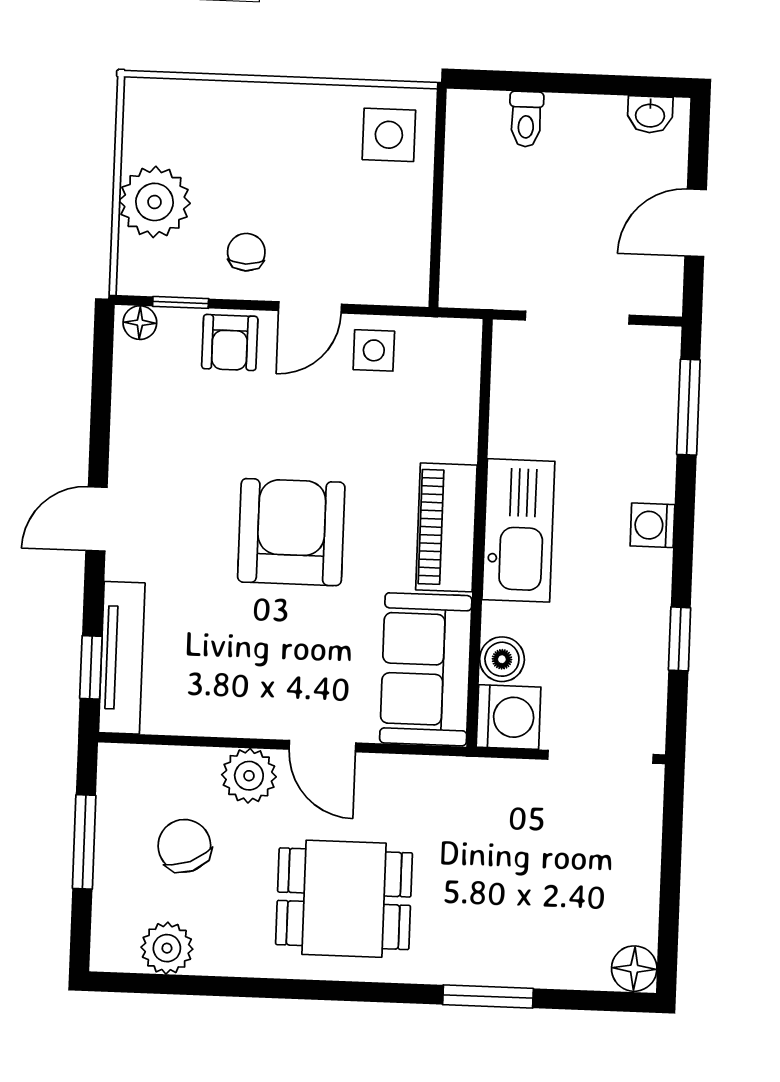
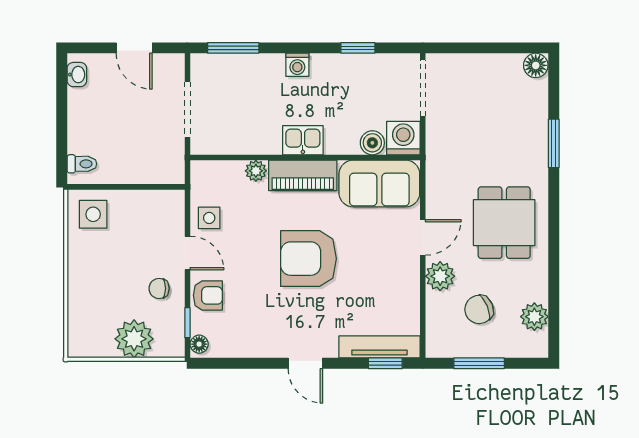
toilet: (526, 119) -> (82, 164), moved
plant: (458, 441) -> (256, 171), added
kitchen sink: (518, 530) -> (303, 140), width x0.53, depth x0.81

